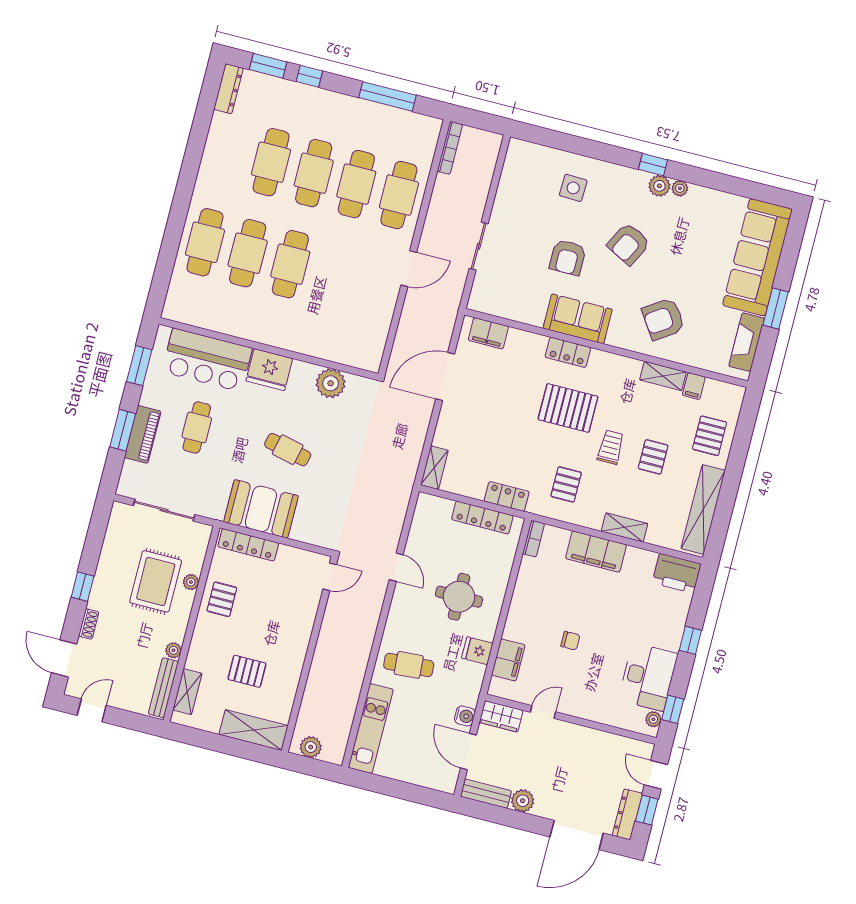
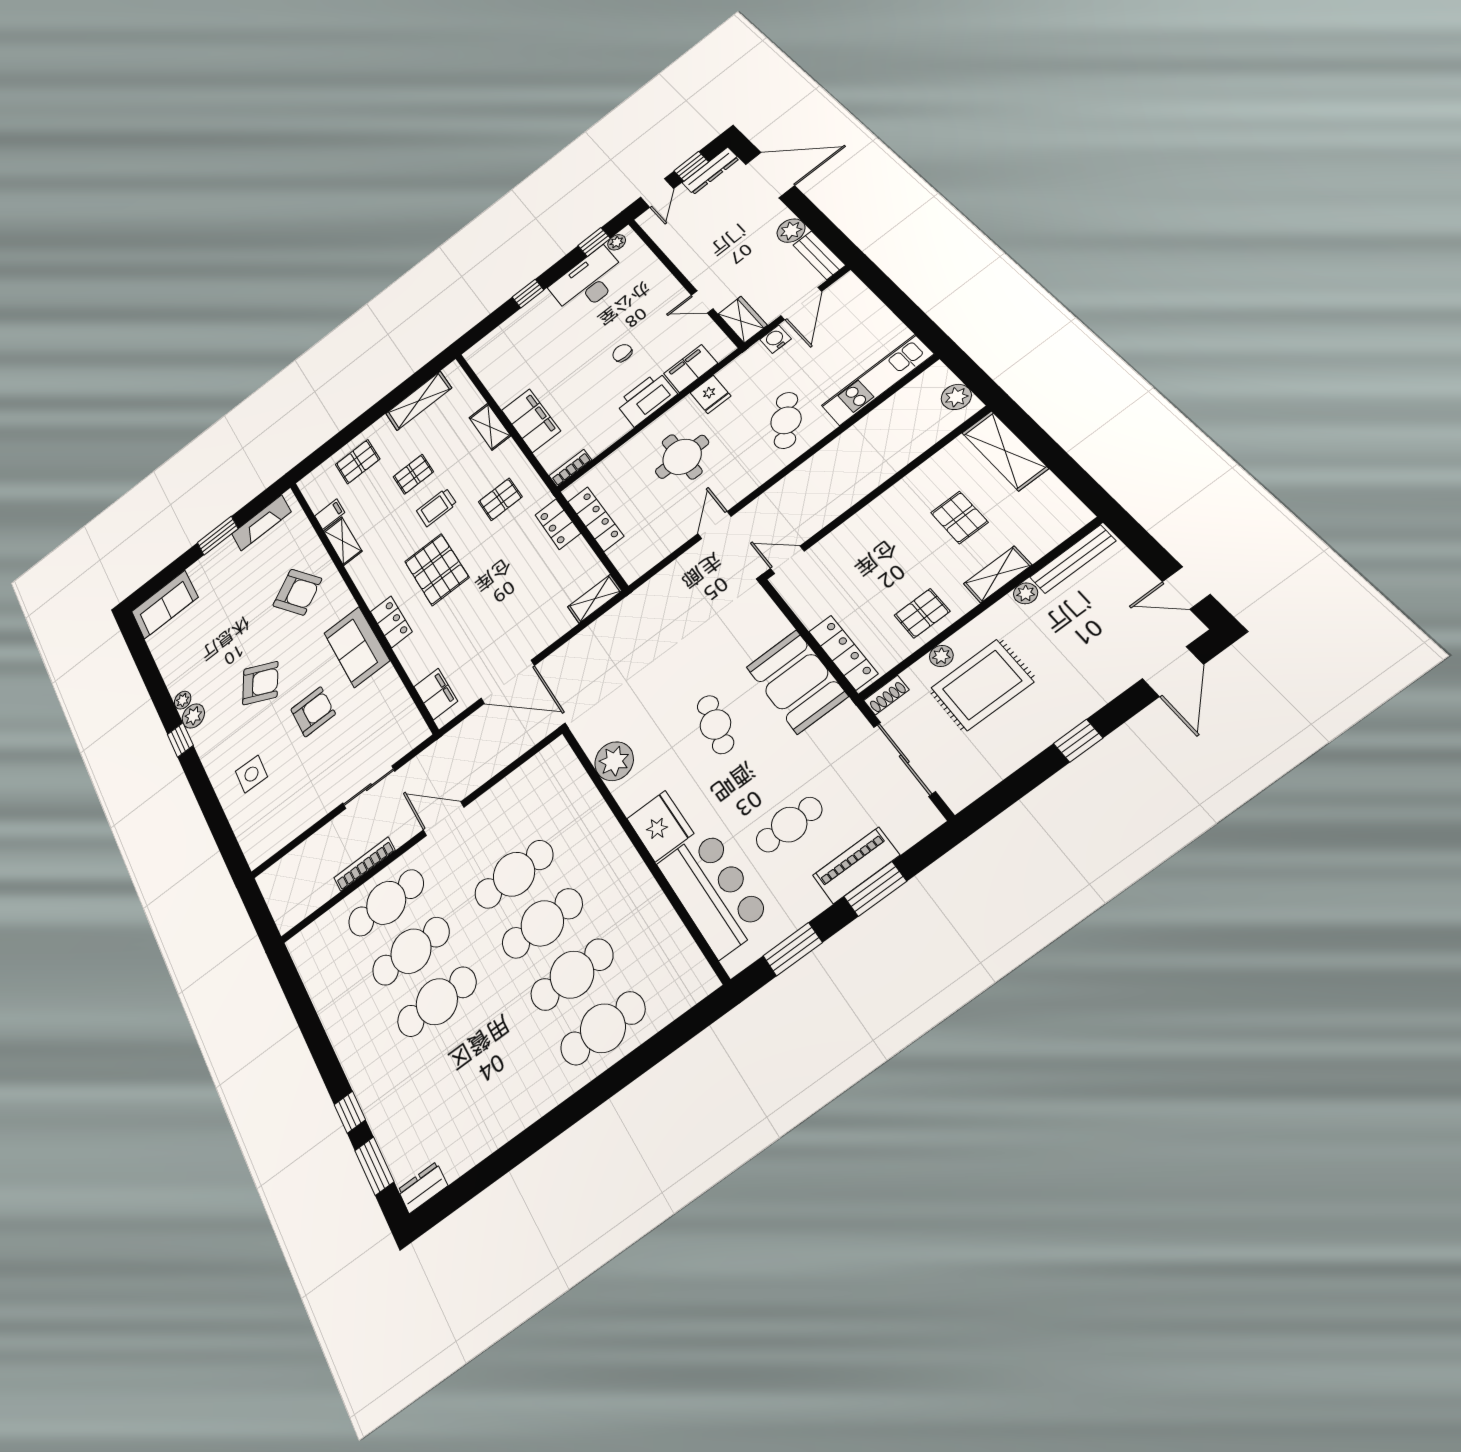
dresser: (229, 89) -> (423, 1188), width x0.70
window: (388, 96) -> (306, 1016), removed
bookcase: (450, 148) -> (364, 864), moved
cafe table: (271, 162) -> (514, 874), moved
sofa: (757, 257) -> (165, 604), width x0.54, depth x0.79
shelving: (703, 509) -> (419, 401), width x0.68
printer: (677, 573) -> (646, 399), moved, turned -90
shoe rack: (89, 624) -> (886, 695), moved, turned 180
cafe table: (409, 665) -> (786, 420), turned 41
shelving: (187, 692) -> (997, 574), moved

